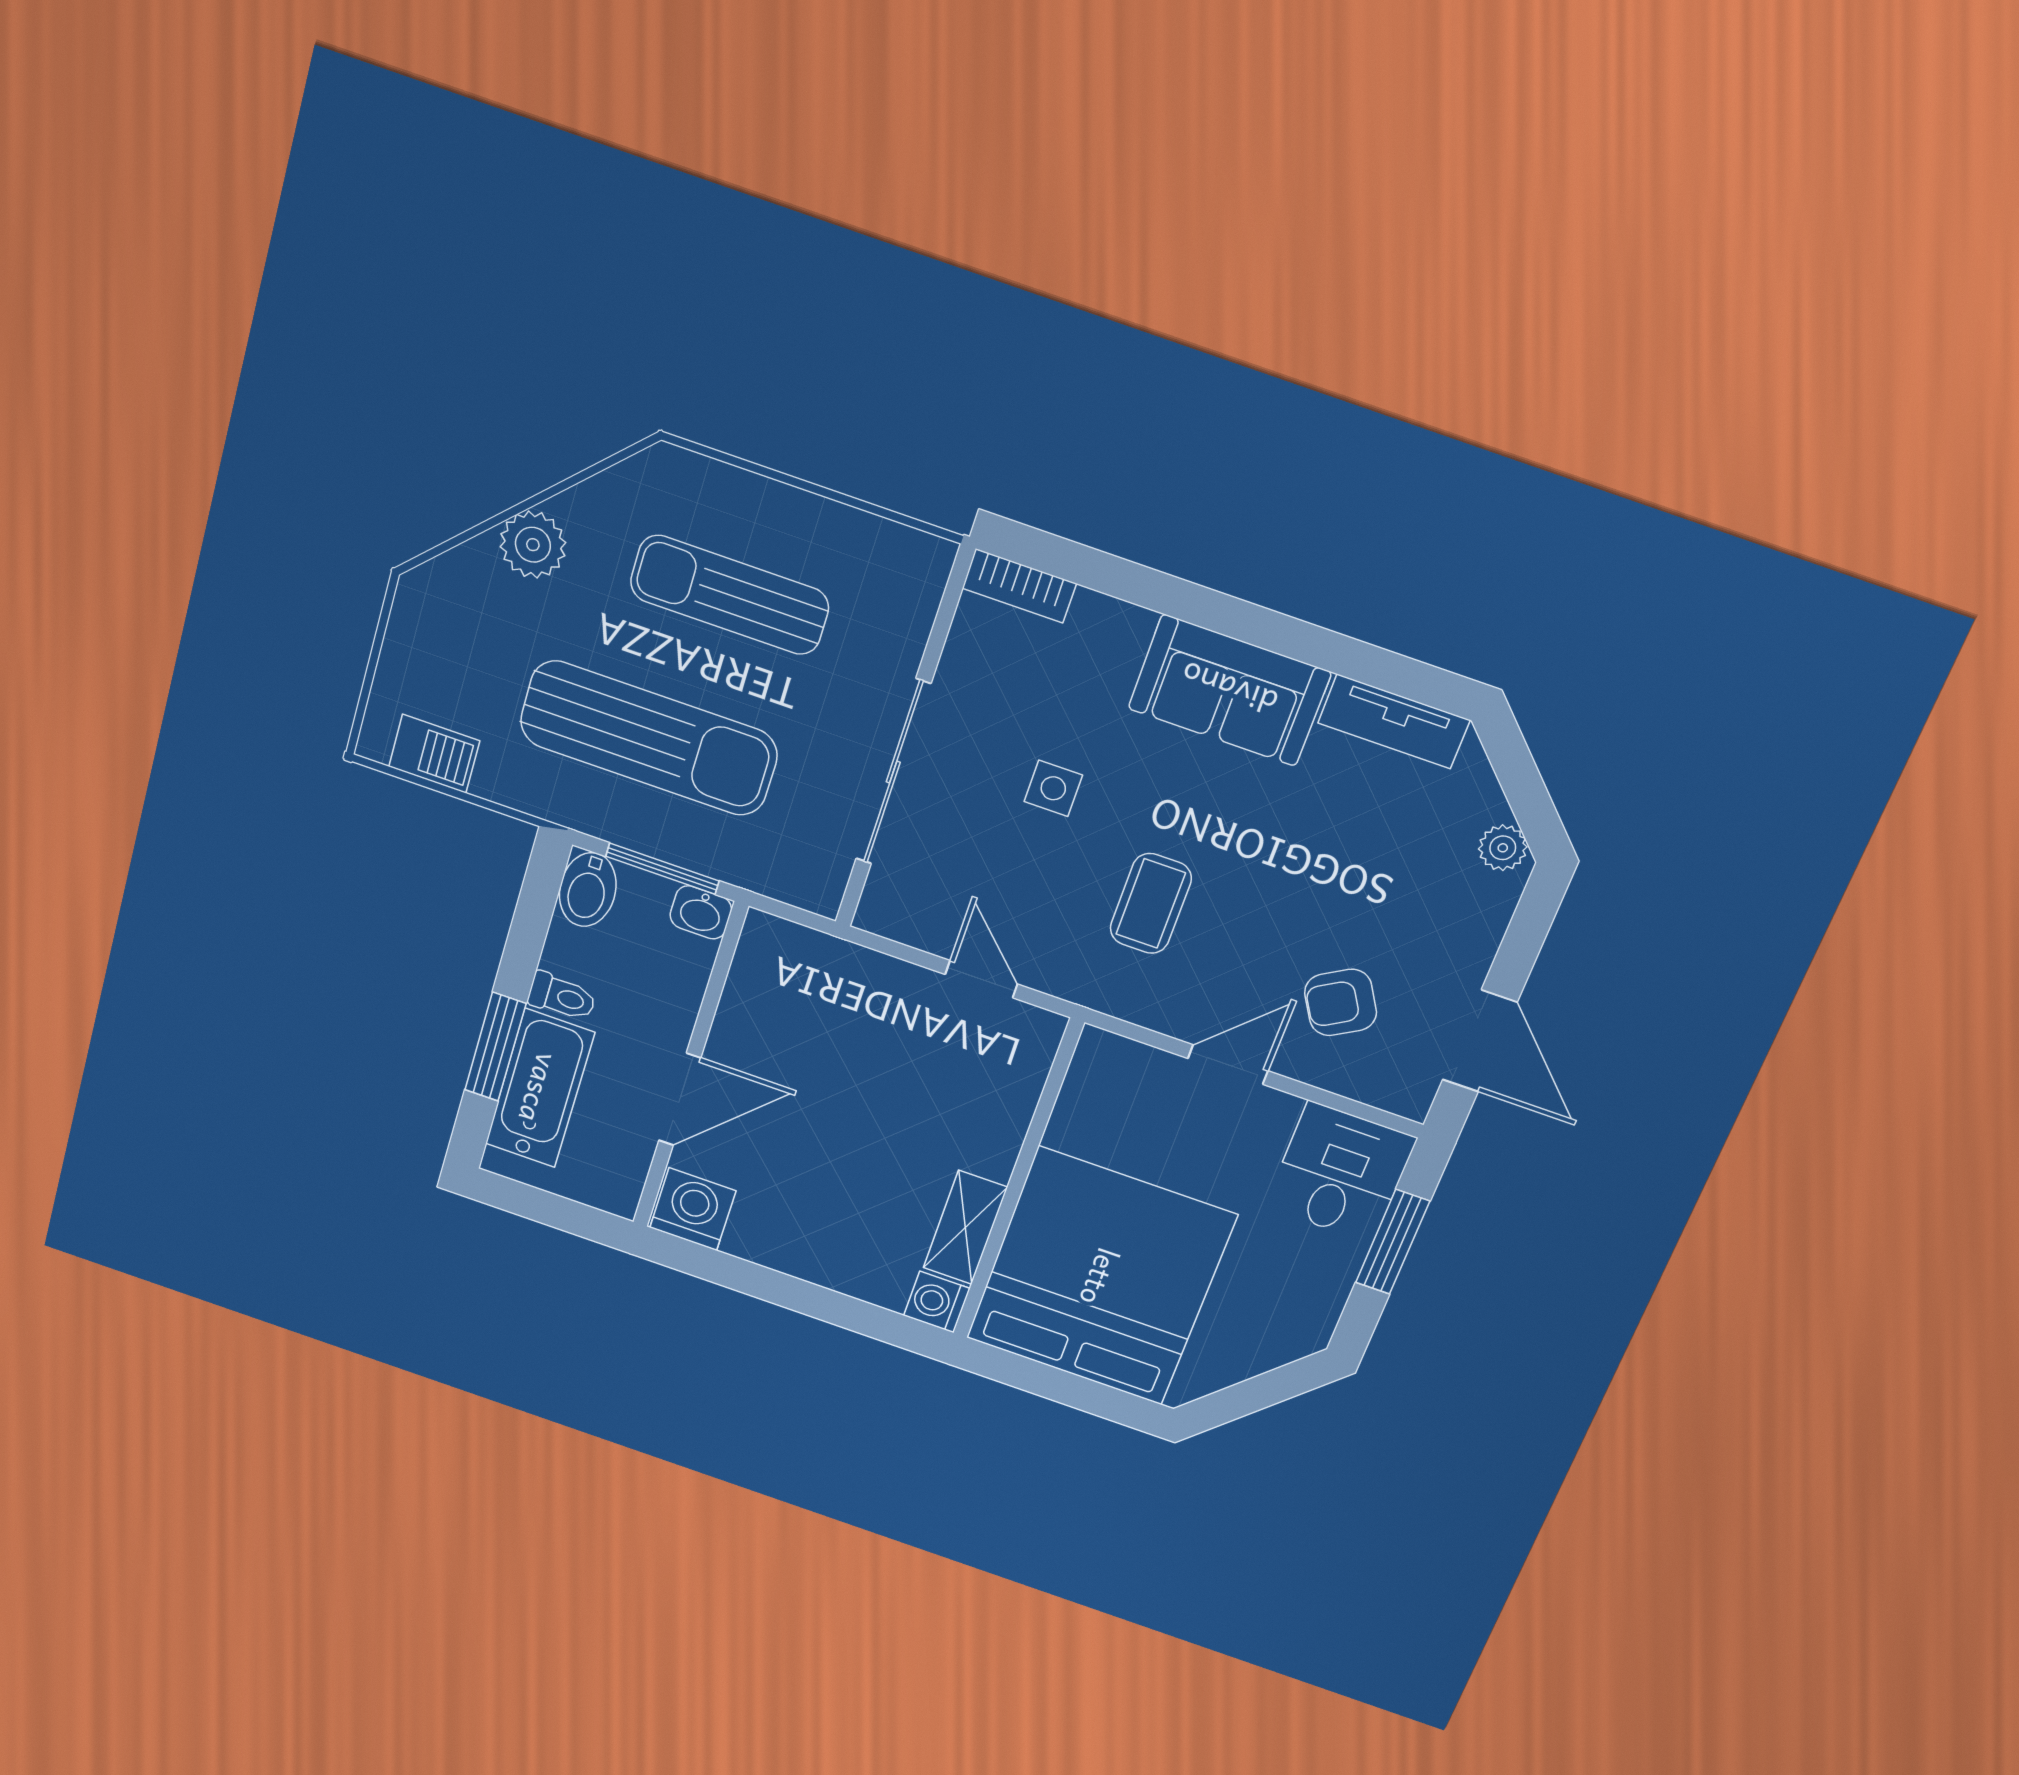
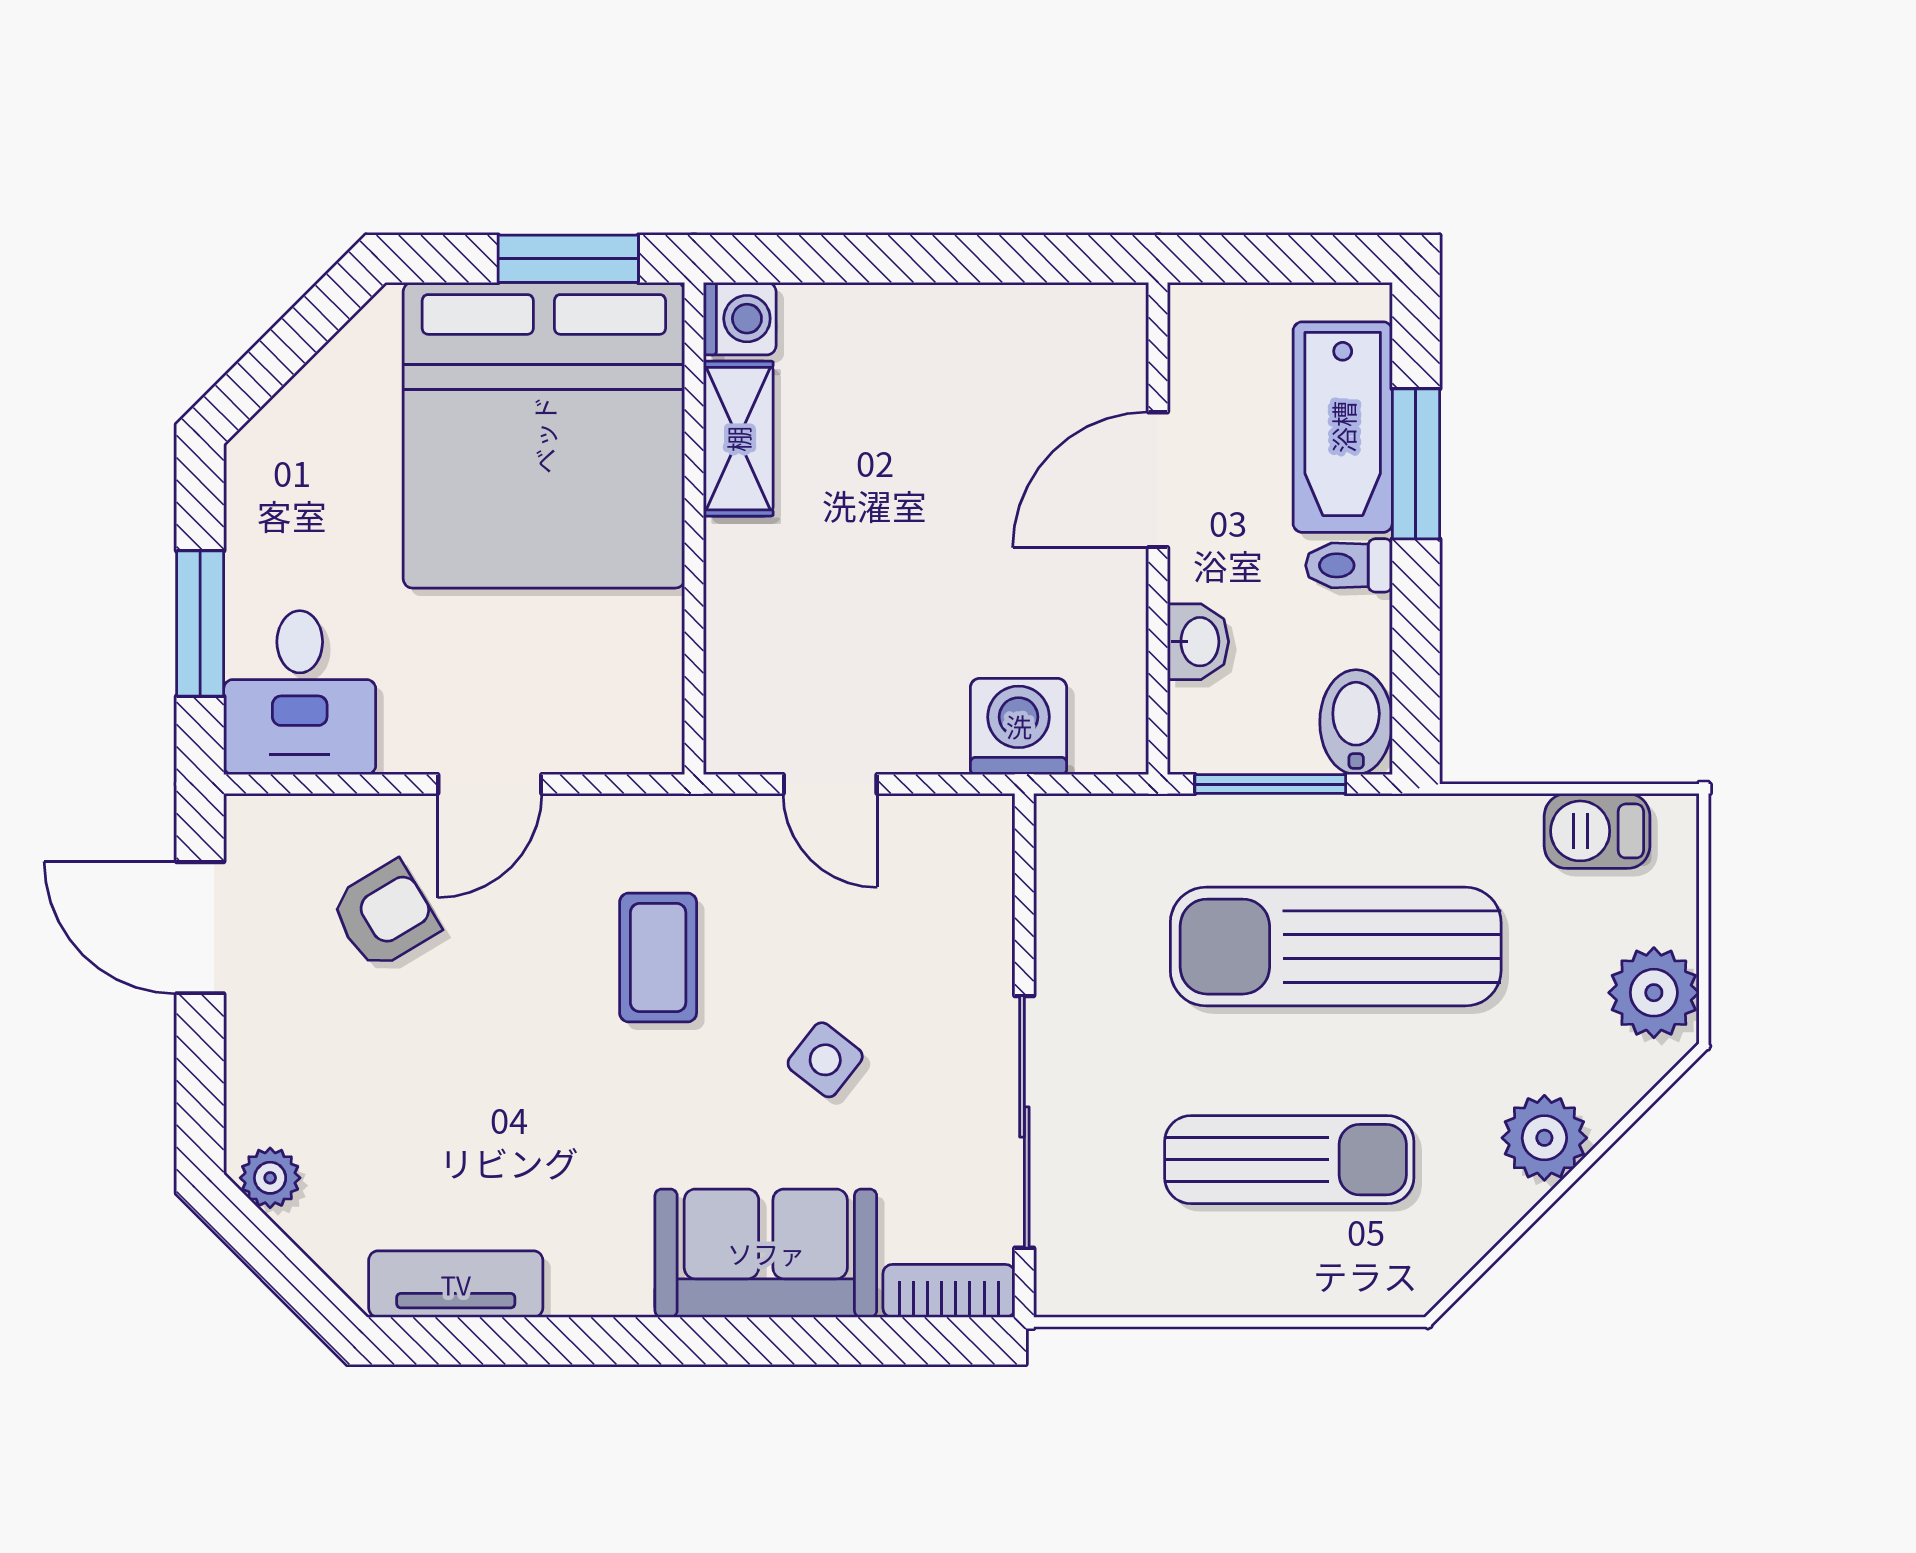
plant: (423, 624) -> (1654, 993), added
sofa: (1229, 690) -> (766, 1253), moved
sliding door: (893, 772) -> (1024, 1122), moved
side table: (1053, 788) -> (825, 1060), turned 38
washbasin: (701, 912) -> (1198, 642), moved, turned 90
washing machine: (693, 1209) -> (1019, 726), moved, turned 180
window: (1041, 1380) -> (568, 259), added

